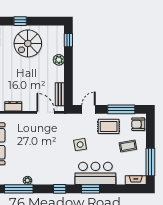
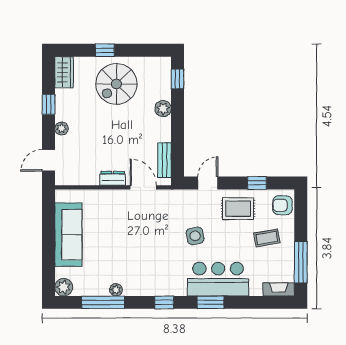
dresser: (13, 106) -> (113, 178), moved
window: (121, 109) -> (257, 183), width x0.46

